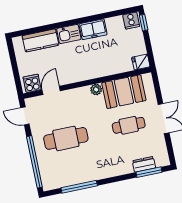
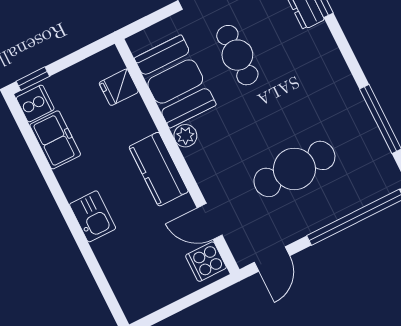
freezer: (93, 29) -> (55, 140), moved
kitchen counter: (41, 40) -> (159, 169), moved, turned 180
fridge: (141, 62) -> (119, 87), moved, turned 90
cafe table: (66, 138) -> (294, 169), turned 90

